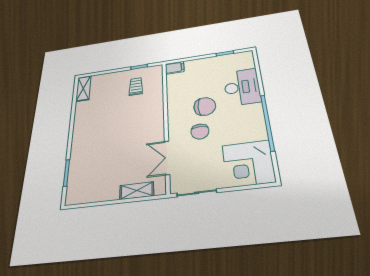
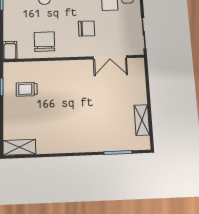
chair: (205, 106) -> (44, 42), moved
shelving: (137, 191) -> (142, 120), moved

